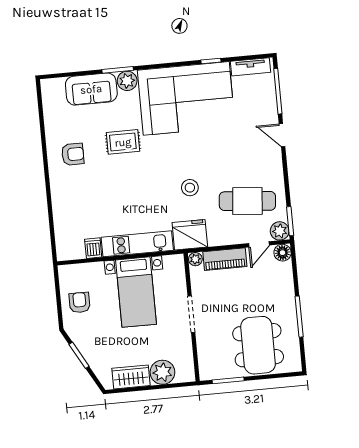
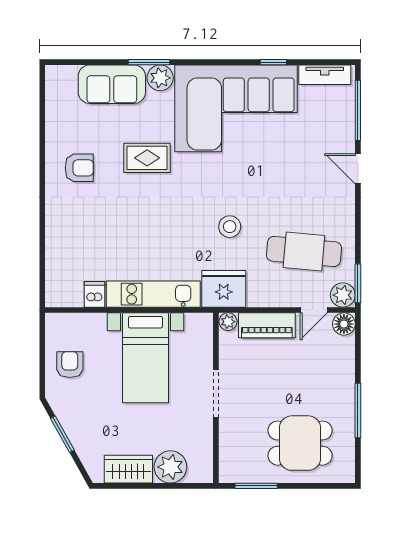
dining table: (258, 345) -> (300, 443), width x0.73

